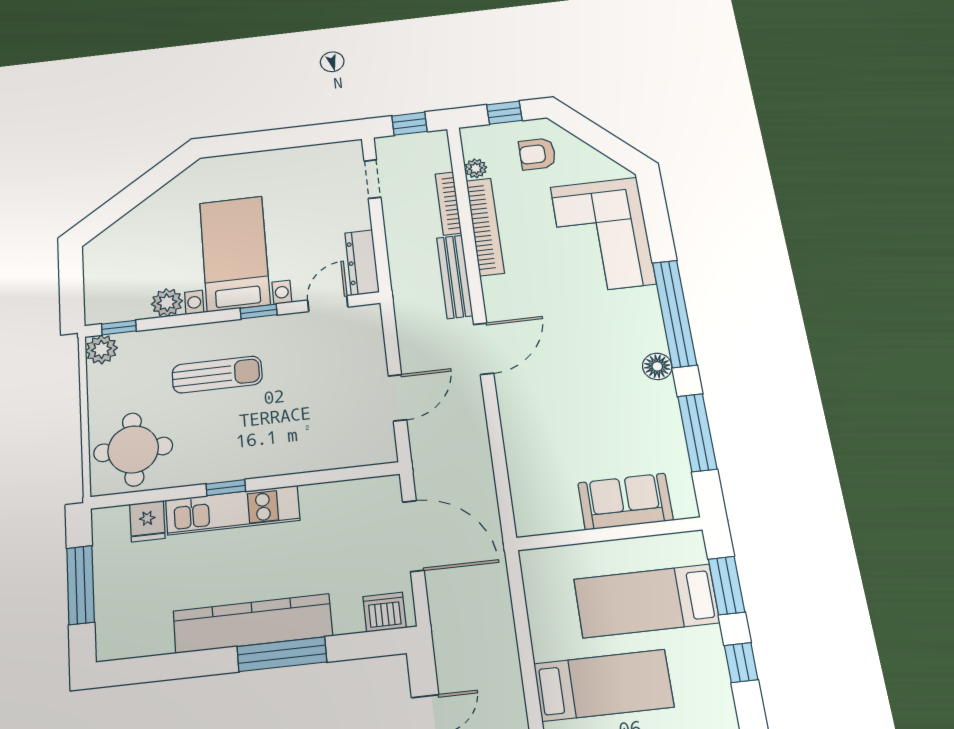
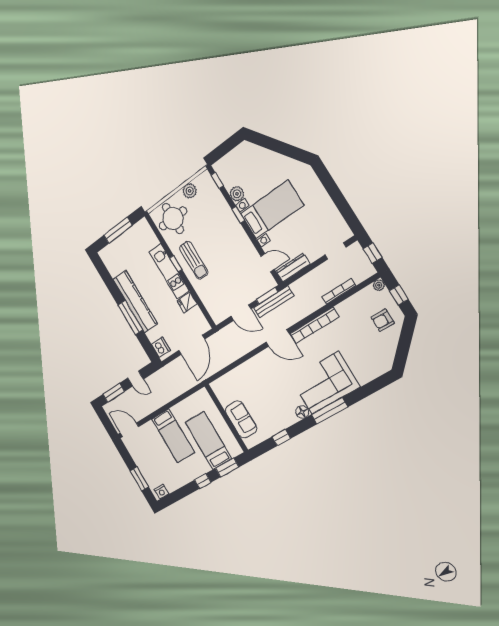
armchair: (537, 154) -> (383, 320), turned -90
plant: (476, 168) -> (379, 285), moved
bookcase: (485, 227) -> (314, 325), moved
corner sofa: (603, 235) -> (325, 383), moved
bench: (454, 277) -> (274, 302), moved
window: (259, 311) -> (238, 215), moved
window: (674, 313) -> (329, 411), width x0.68
window: (390, 333) -> (267, 296), added
plant: (101, 349) -> (190, 191), moved
sun lounger: (217, 375) -> (194, 260), moved
window: (697, 433) -> (281, 438), width x0.46
fridge: (147, 521) -> (187, 302), moved

